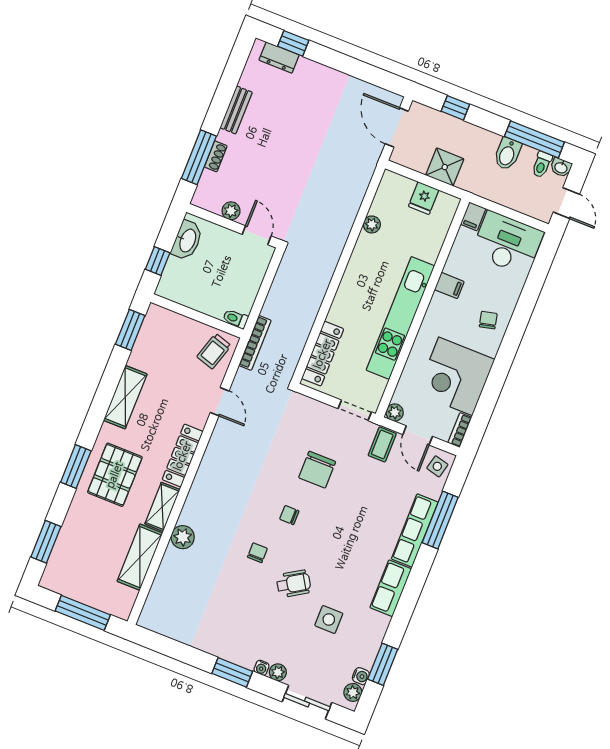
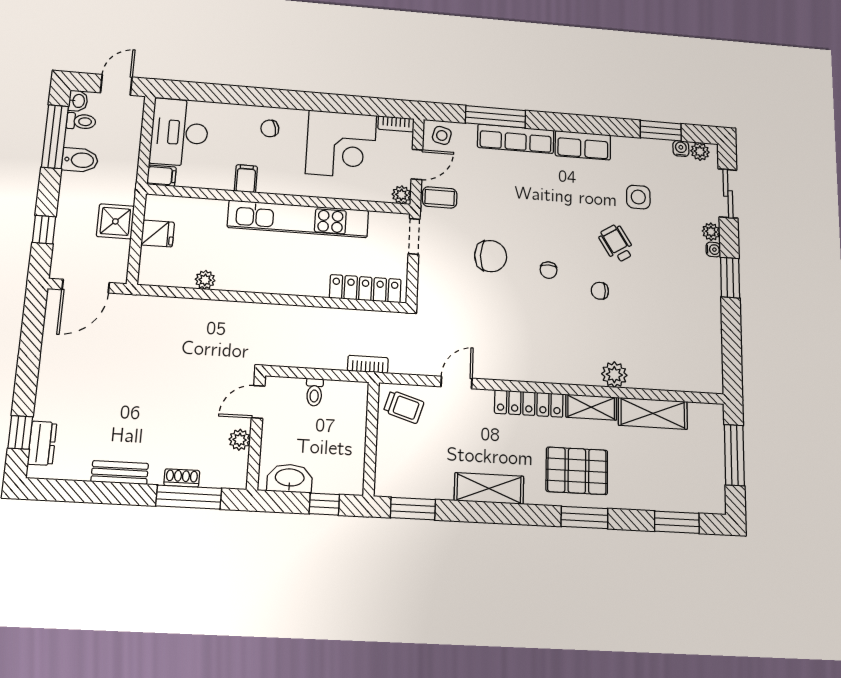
toilet: (235, 319) -> (314, 392), moved
bookcase: (255, 343) -> (368, 364), width x0.64

